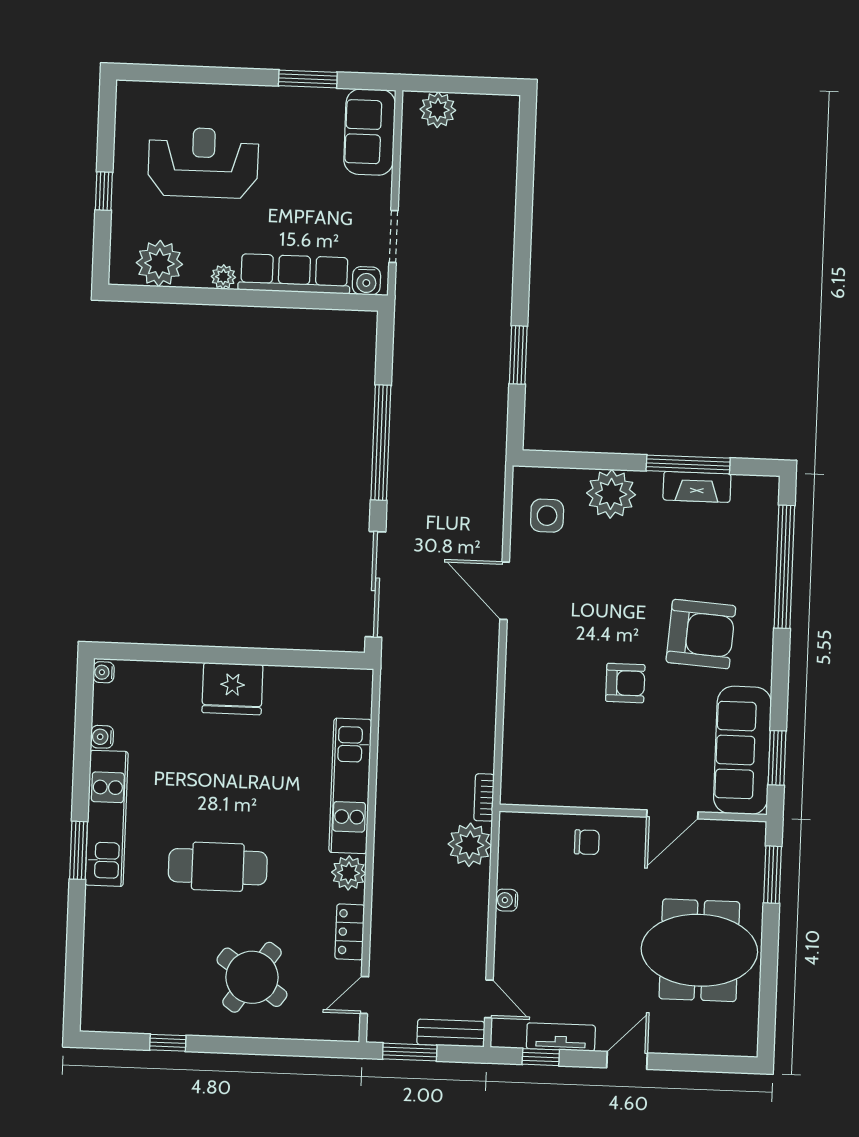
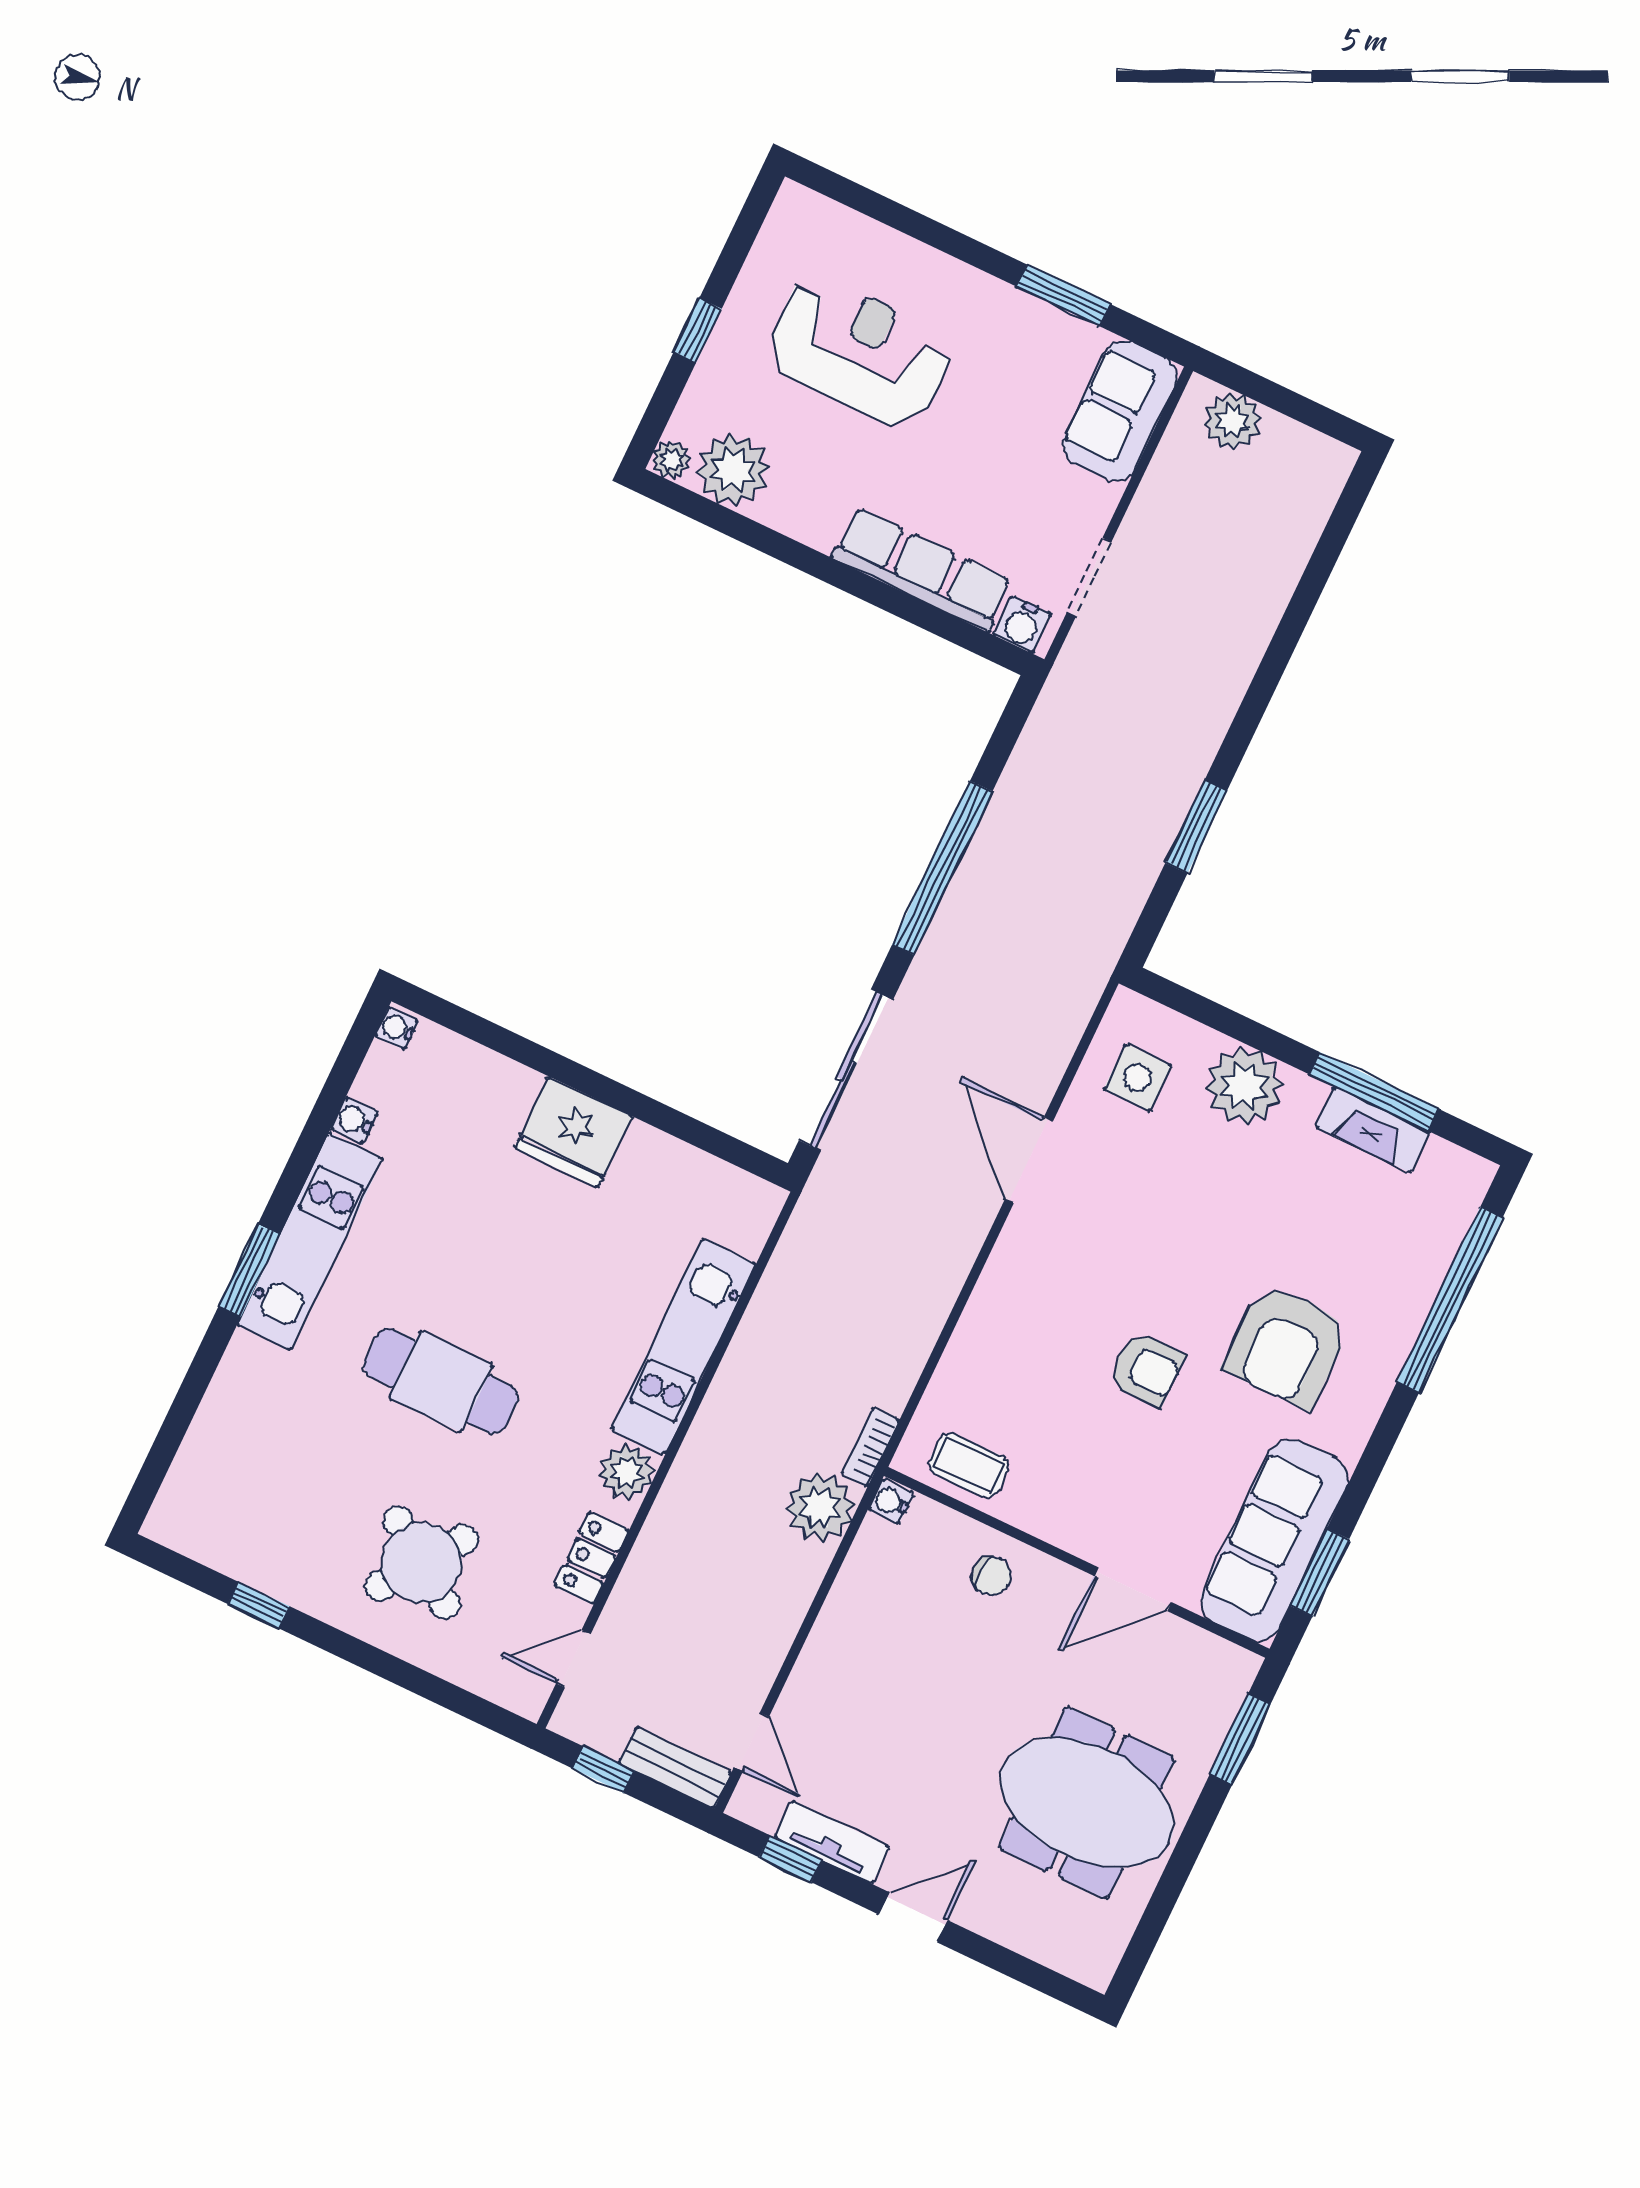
plant: (223, 277) -> (671, 460), moved
armchair: (701, 634) -> (1287, 1345), turned 86
coffee table: (546, 783) -> (969, 1465), added
water cooler: (507, 900) -> (891, 1501), moved
window: (410, 1052) -> (604, 1770), width x0.67

